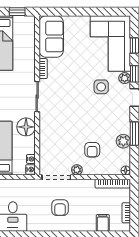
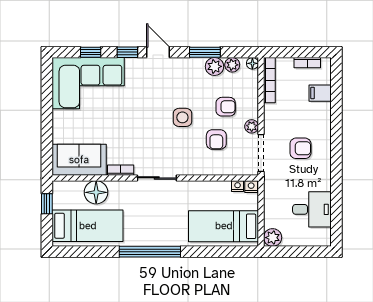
plant: (125, 78) -> (232, 65), moved
side table: (101, 87) -> (182, 117), moved
floor lamp: (26, 127) -> (96, 192), moved
armchair: (67, 143) -> (216, 139), added

